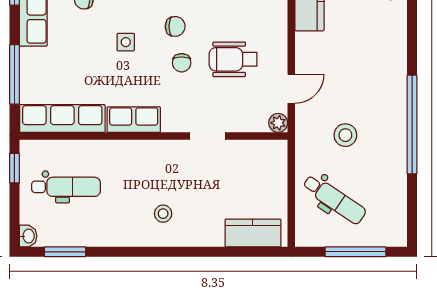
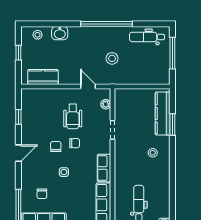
washbasin: (394, 34) -> (60, 33), added
plant: (278, 123) -> (106, 104), moved
dental chair: (334, 199) -> (147, 37), moved, turned -124
kitchen counter: (253, 233) -> (163, 113), width x1.50
window: (65, 252) -> (172, 125), moved

